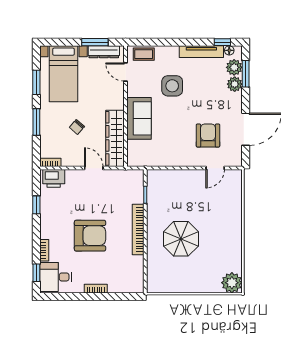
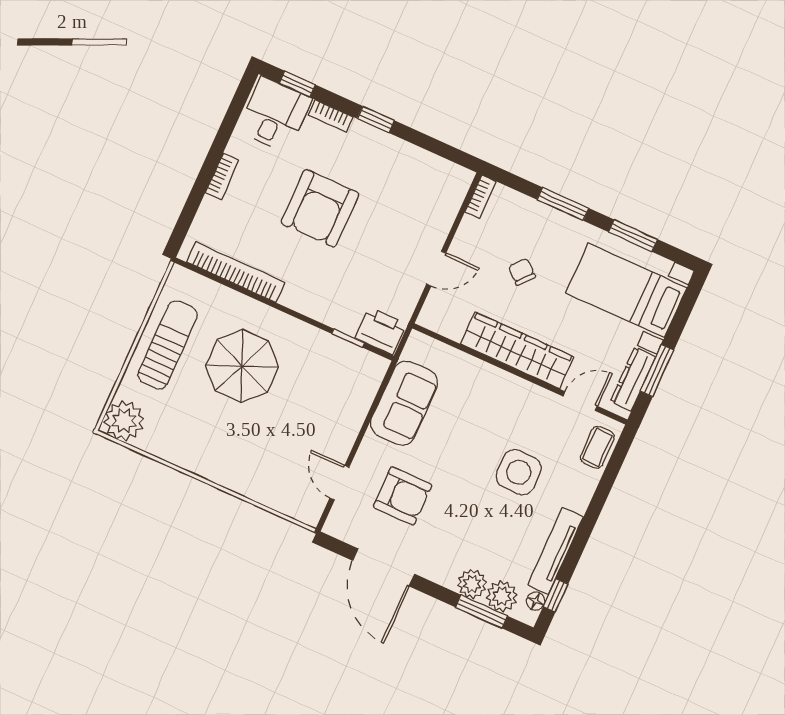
sofa: (139, 118) -> (404, 403), moved, turned -90
wardrobe: (115, 138) -> (517, 350), moved
printer: (54, 178) -> (381, 331), moved, turned 90
window: (36, 205) -> (376, 120), moved
bookcase: (138, 229) -> (236, 272), moved
sun lounger: (187, 278) -> (168, 345), added

